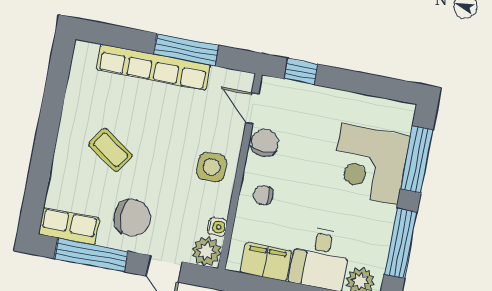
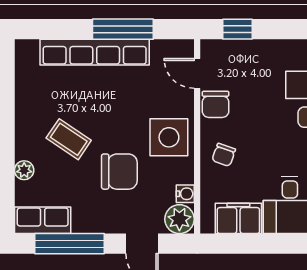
chair: (265, 143) -> (216, 104), turned 180
side table: (212, 167) -> (169, 137), width x1.37, depth x1.37
plant: (60, 172) -> (24, 170), added
chair: (263, 195) -> (224, 155), turned -71
chair: (132, 218) -> (119, 172), moved

